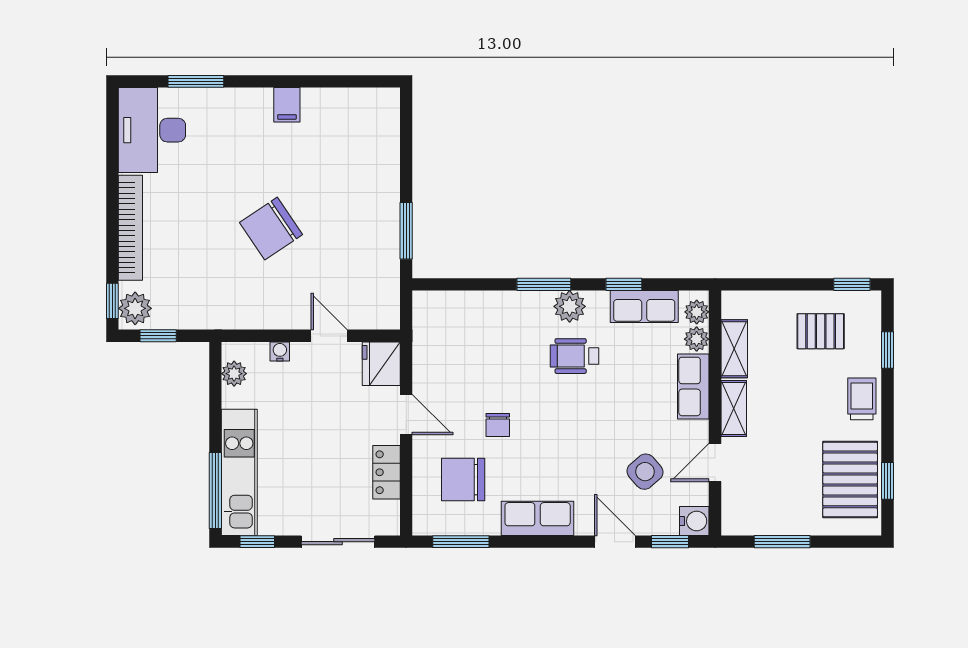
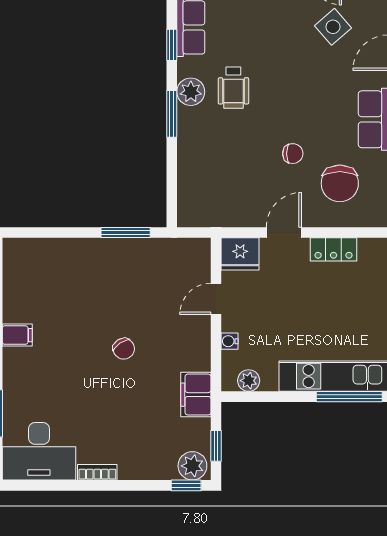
bookcase: (130, 228) -> (97, 472), width x0.43, depth x0.76
chair: (271, 229) -> (124, 349), width x0.54, depth x0.54
filing cabinet: (218, 312) -> (196, 395), added

